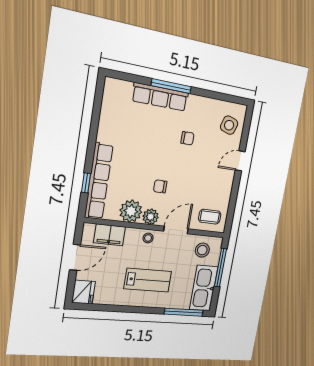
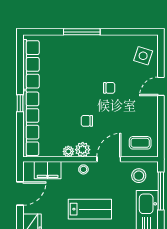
row of seats: (160, 97) -> (31, 64), moved, turned -90
chair: (188, 138) -> (109, 88), moved
window: (86, 183) -> (20, 103), moved
plant: (131, 211) -> (68, 151), width x0.53, depth x0.53

